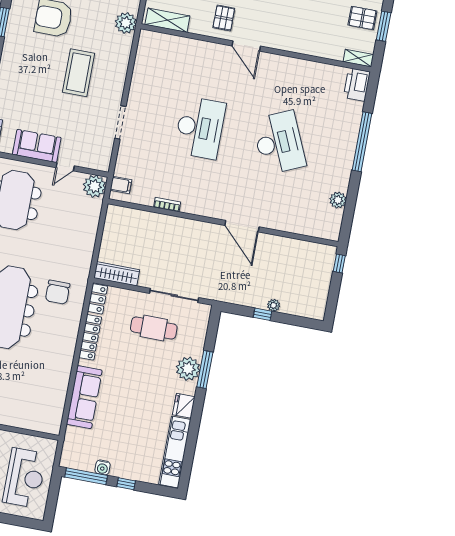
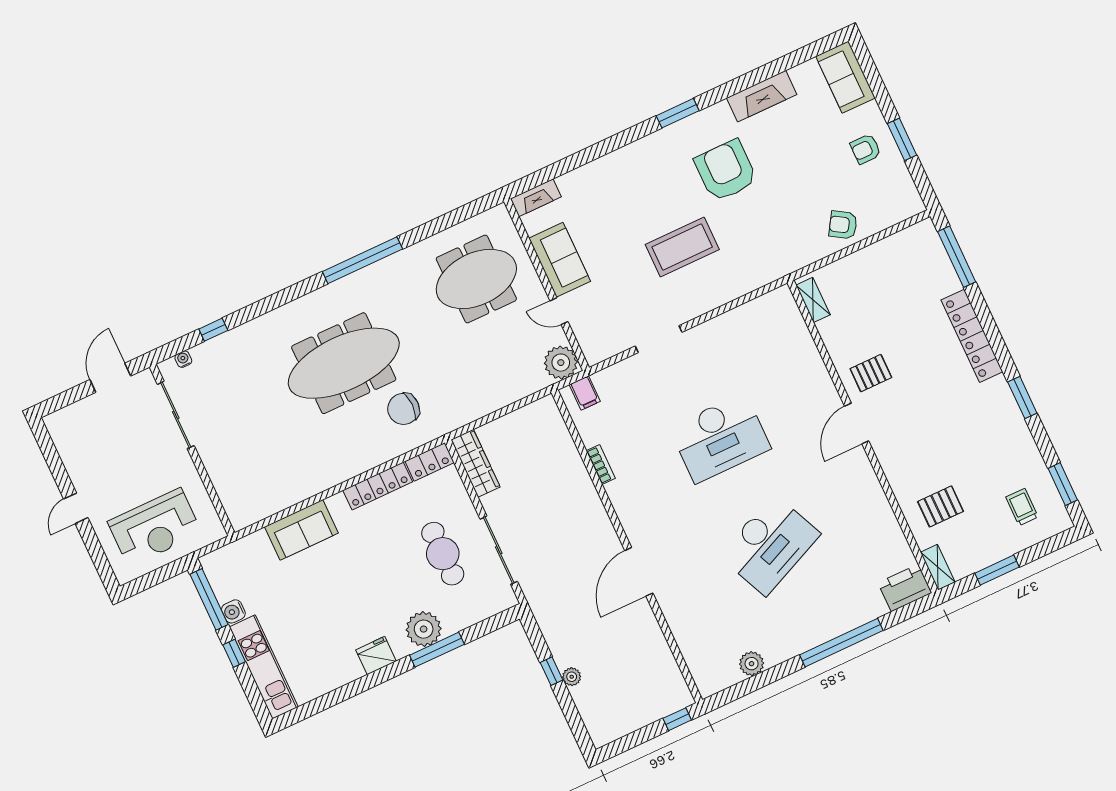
pallet: (362, 18) -> (941, 506), moved, turned 90
shelving: (167, 20) -> (813, 300), width x0.67, depth x0.75
plant: (126, 23) -> (782, 261), removed
sofa: (84, 397) -> (301, 530), width x0.73
kitchen unit: (175, 452) -> (264, 667), moved, turned 90

